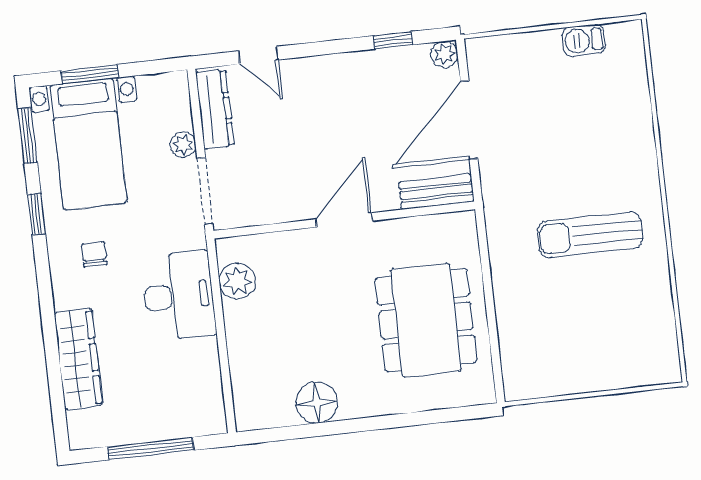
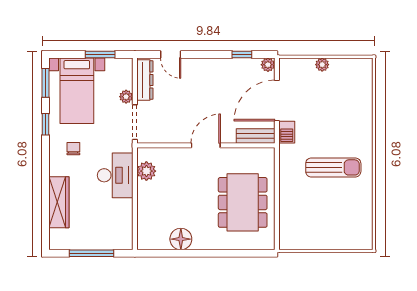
barbecue: (584, 40) -> (287, 132), moved, turned -90
plant: (547, 42) -> (322, 65), added
window: (90, 74) -> (100, 54), moved
sun lounger: (590, 235) -> (333, 167), turned 180

